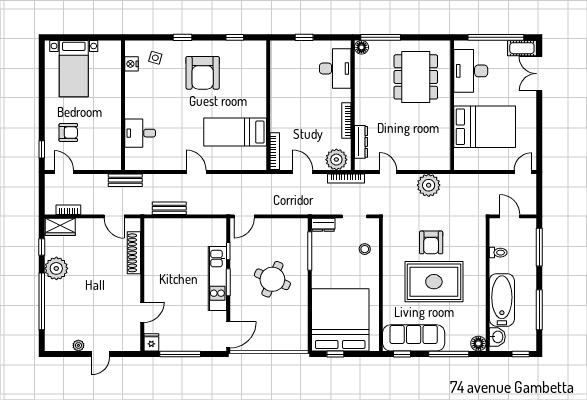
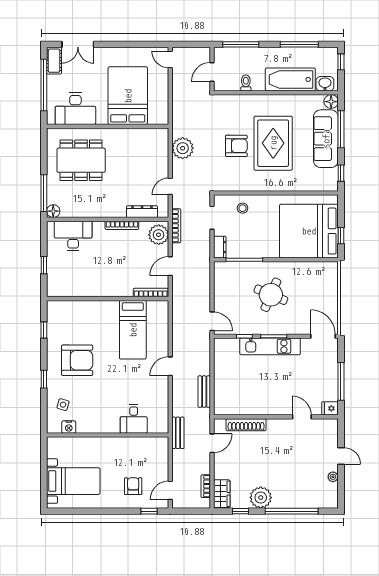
sofa: (414, 338) -> (326, 139), moved

